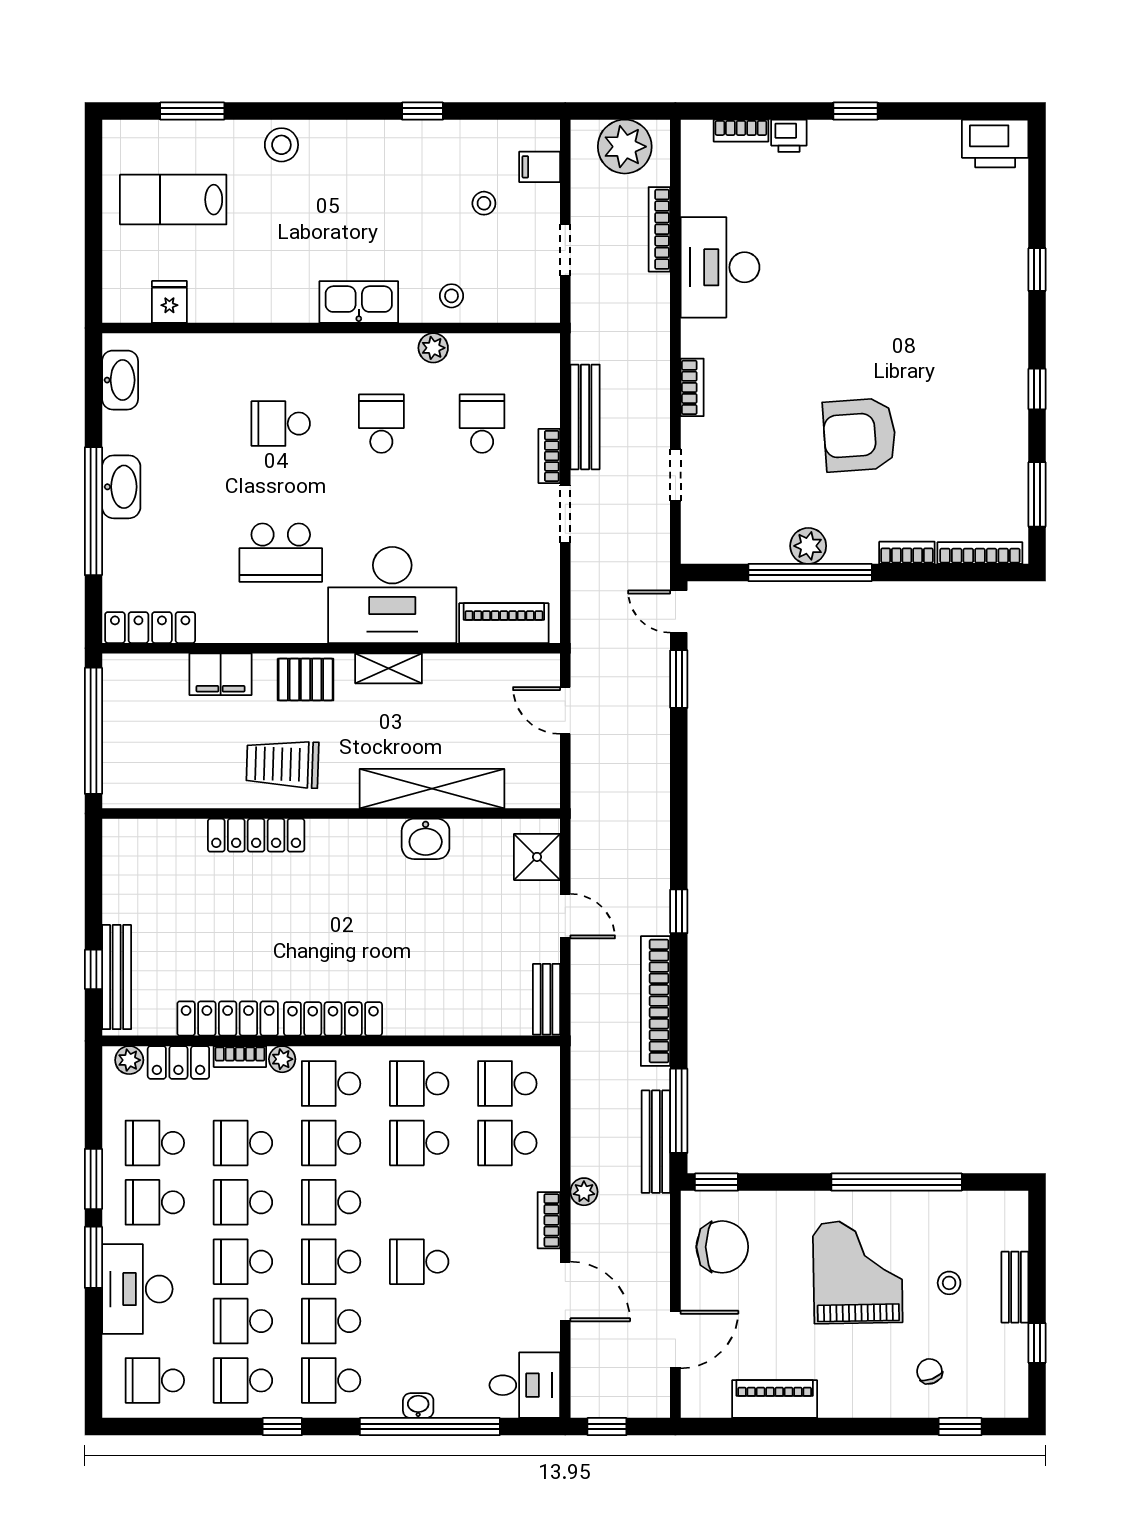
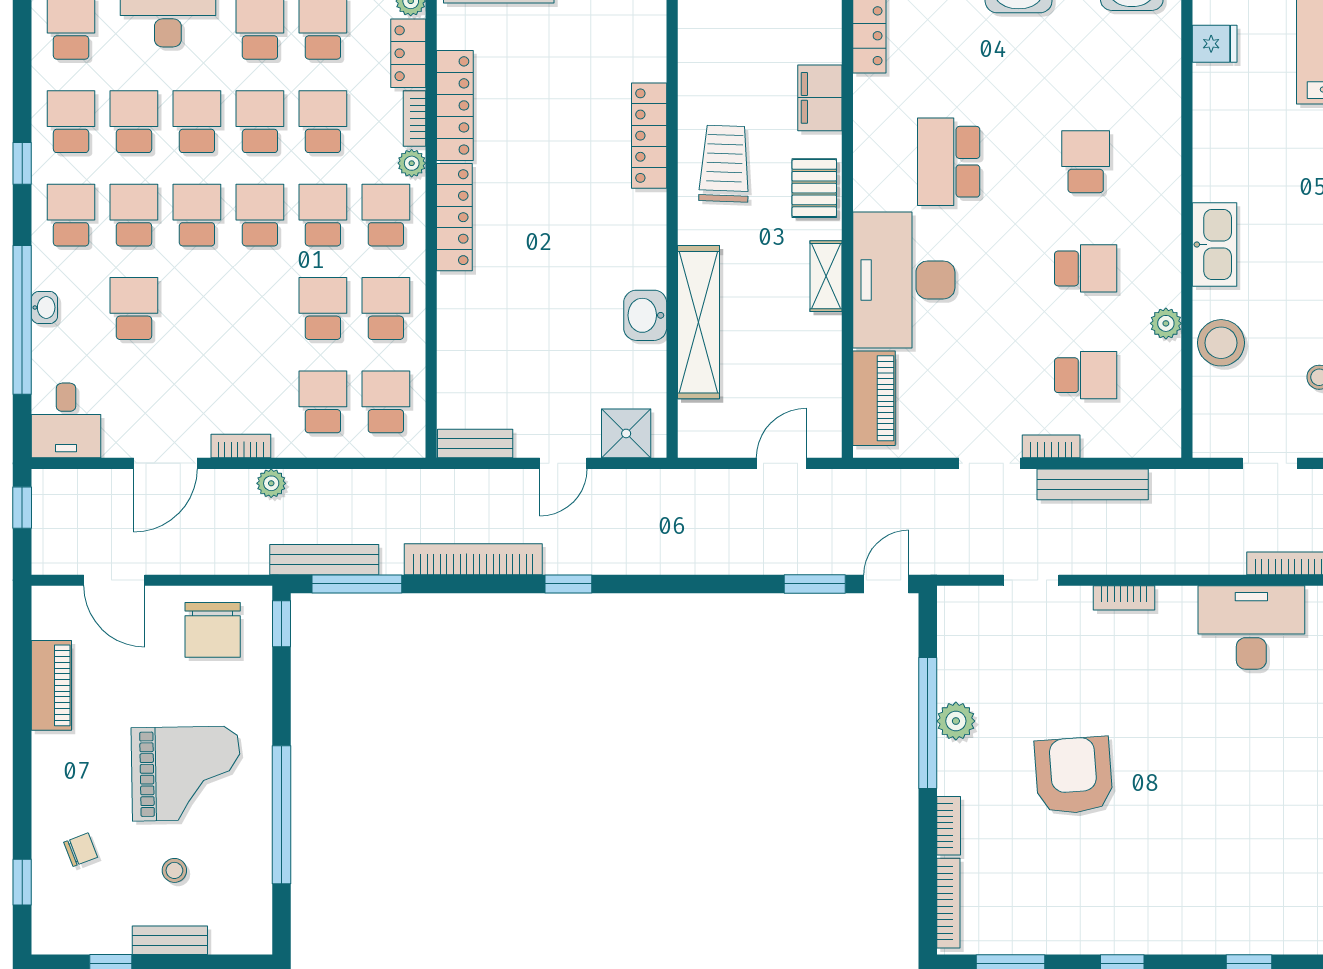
stool: (451, 296) -> (1221, 343), width x1.89, depth x1.89
school desk: (419, 1262) -> (134, 309), moved

